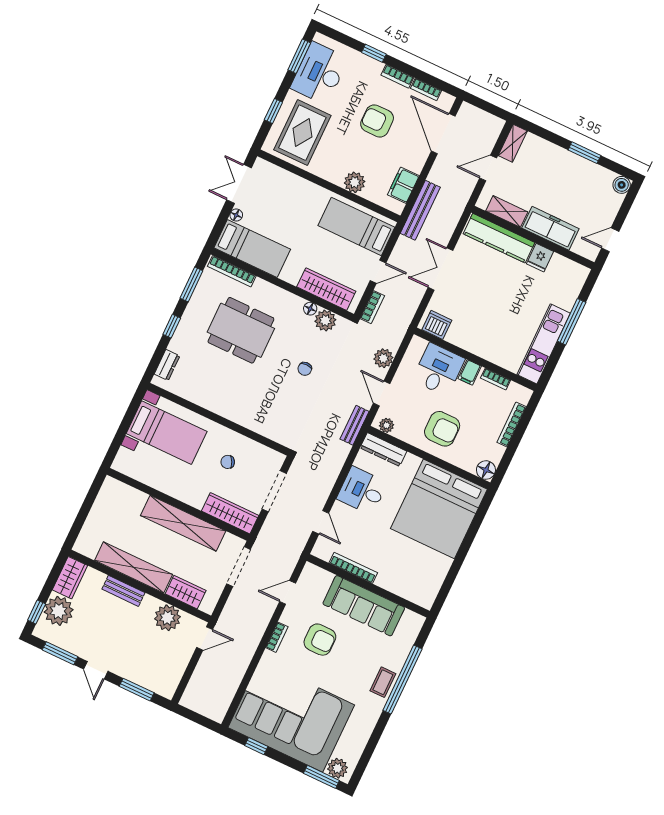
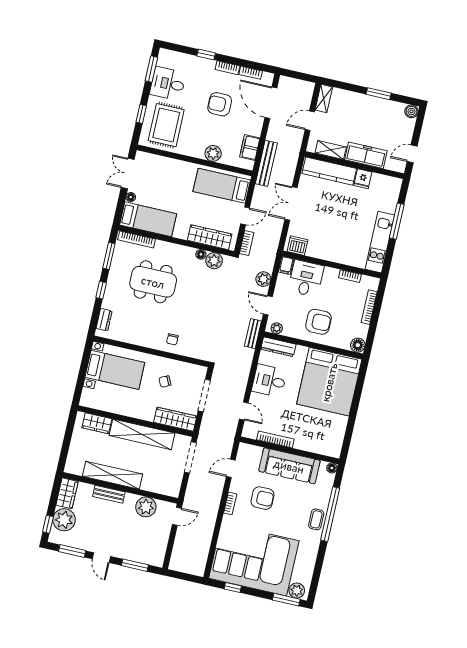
desk: (319, 73) -> (168, 84), width x0.73
chair: (305, 369) -> (172, 339), moved
filing cabinet: (470, 372) -> (286, 265), moved
wardrobe: (186, 592) -> (97, 423), moved, turned 180
floor lamp: (418, 621) -> (332, 468), added

